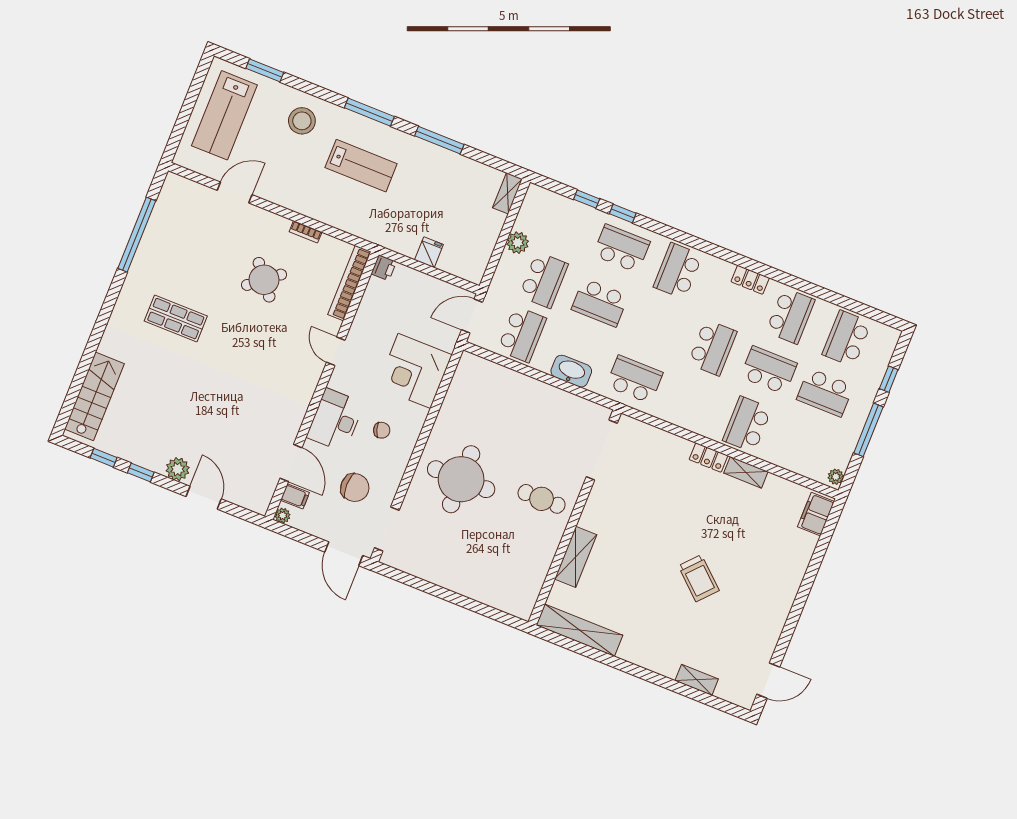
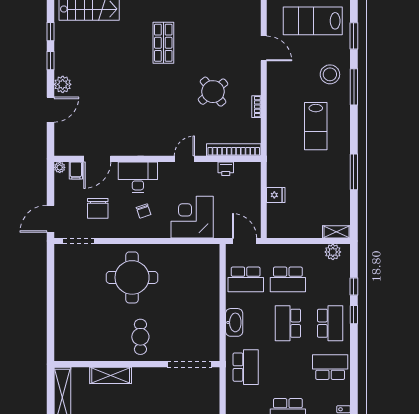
window: (369, 112) -> (354, 87), moved
plant: (518, 243) -> (333, 252), moved
printer: (384, 268) -> (226, 169), moved

